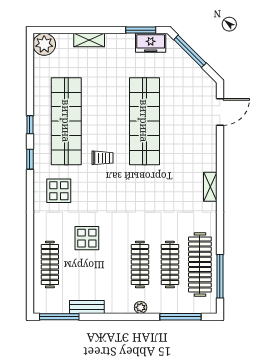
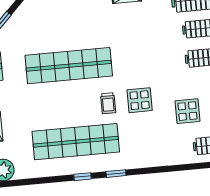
trolley: (102, 158) -> (108, 103), turned 180
display table: (59, 191) -> (140, 100), moved

